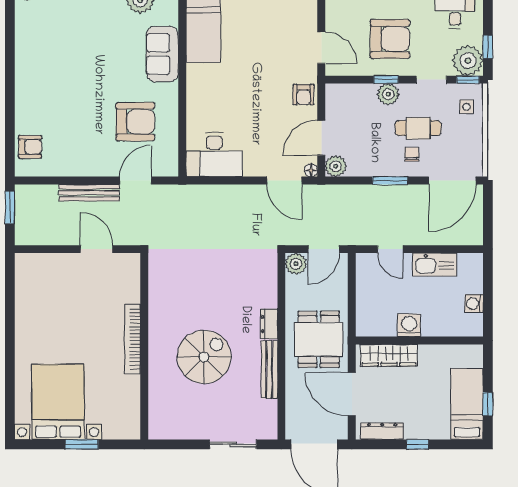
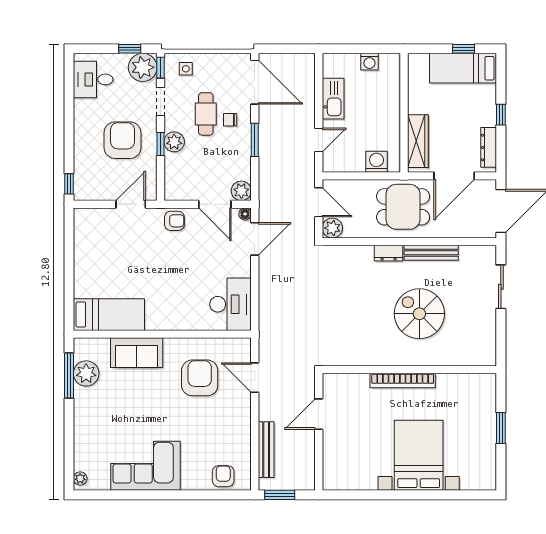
corner sofa: (41, 63) -> (145, 466), added
bench: (89, 193) -> (266, 450), moved
washing machine: (409, 325) -> (377, 162), moved, turned 90
bed with nightstands: (58, 402) -> (419, 455), moved, turned 90

